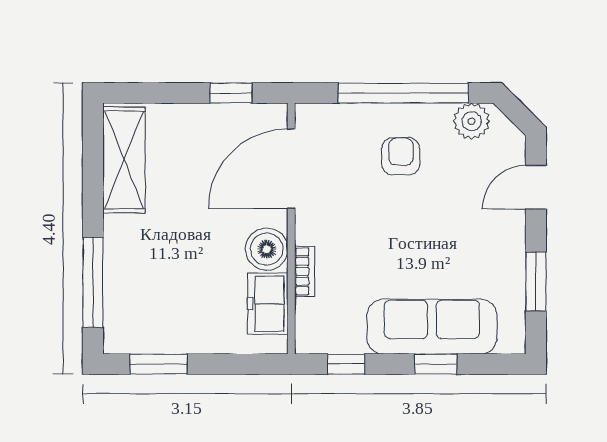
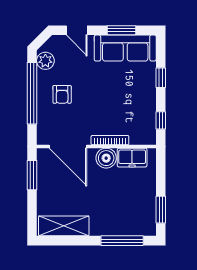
window: (231, 93) -> (32, 175), width x1.50
armchair: (401, 156) -> (62, 94), turned -90
bookcase: (305, 271) -> (110, 140), width x1.56
sofa: (432, 327) -> (125, 48), moved, turned -90

